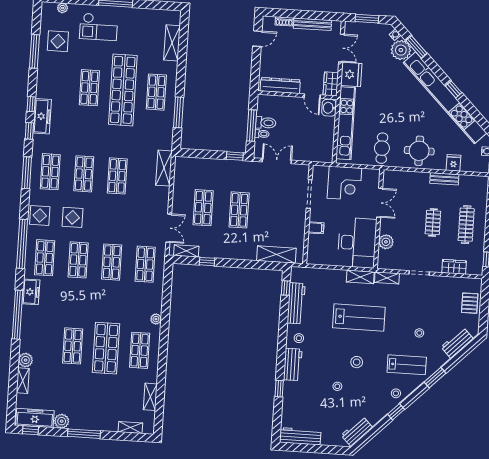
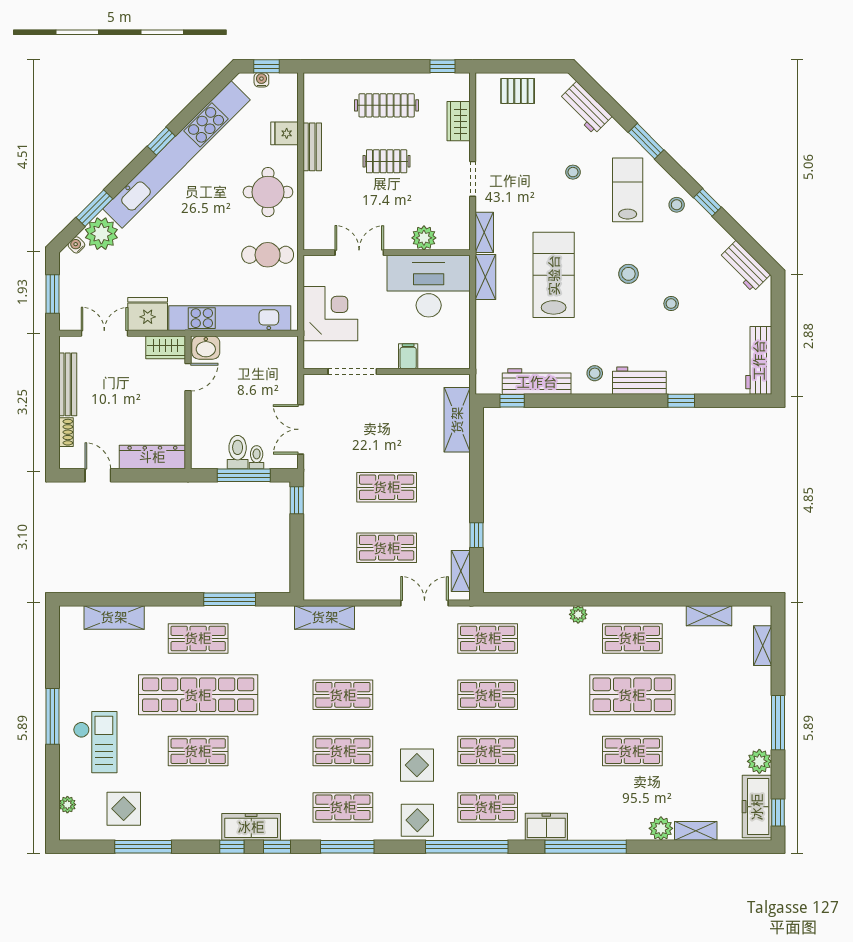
dresser: (280, 85) -> (152, 457), moved, turned 90

